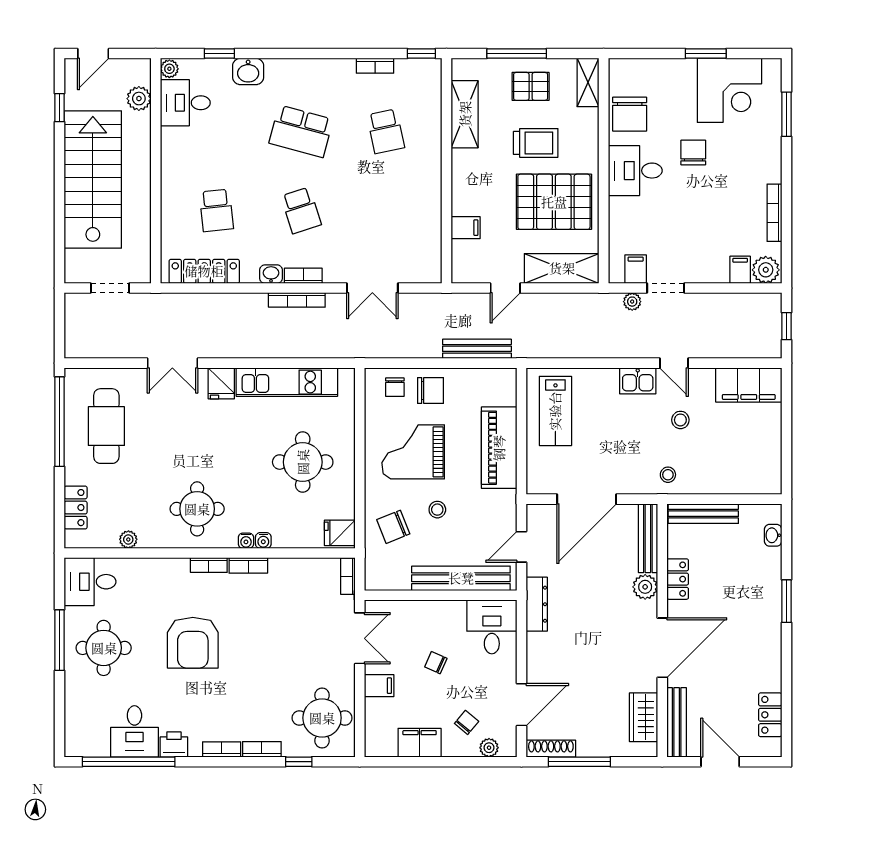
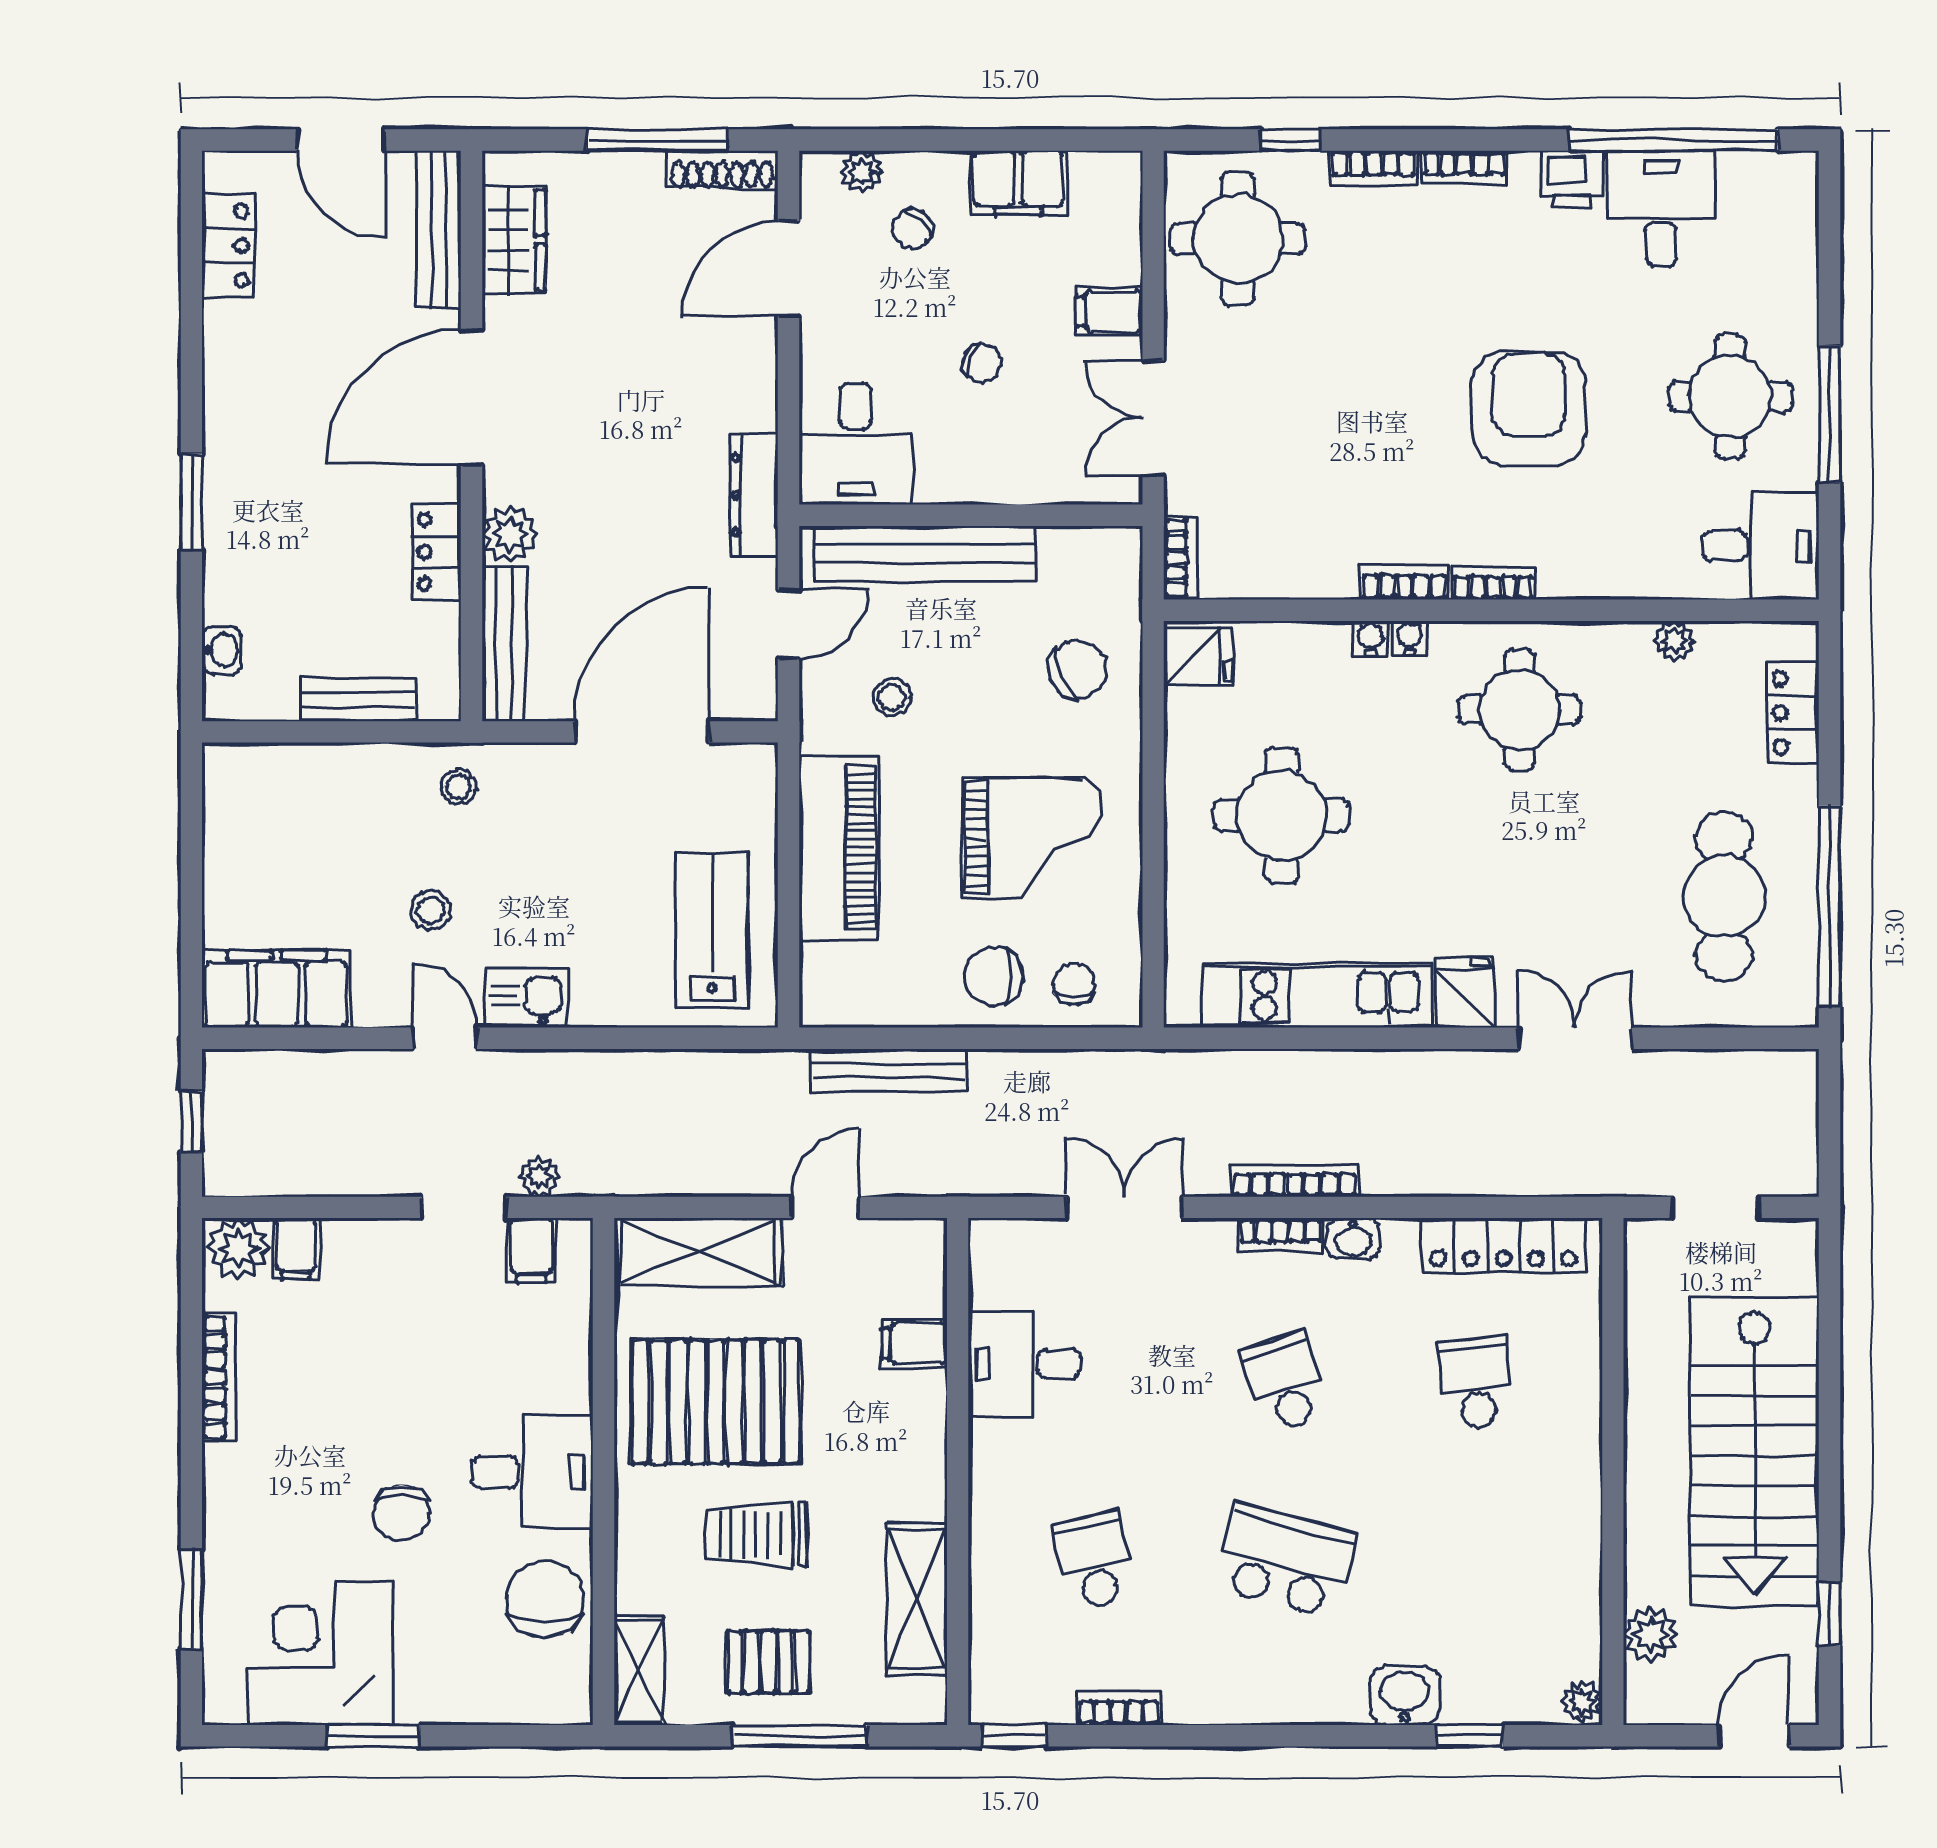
desk: (185, 103) -> (1024, 1364), moved, turned 180
stool: (437, 510) -> (892, 697), moved
bench: (703, 514) -> (358, 699), width x0.73

